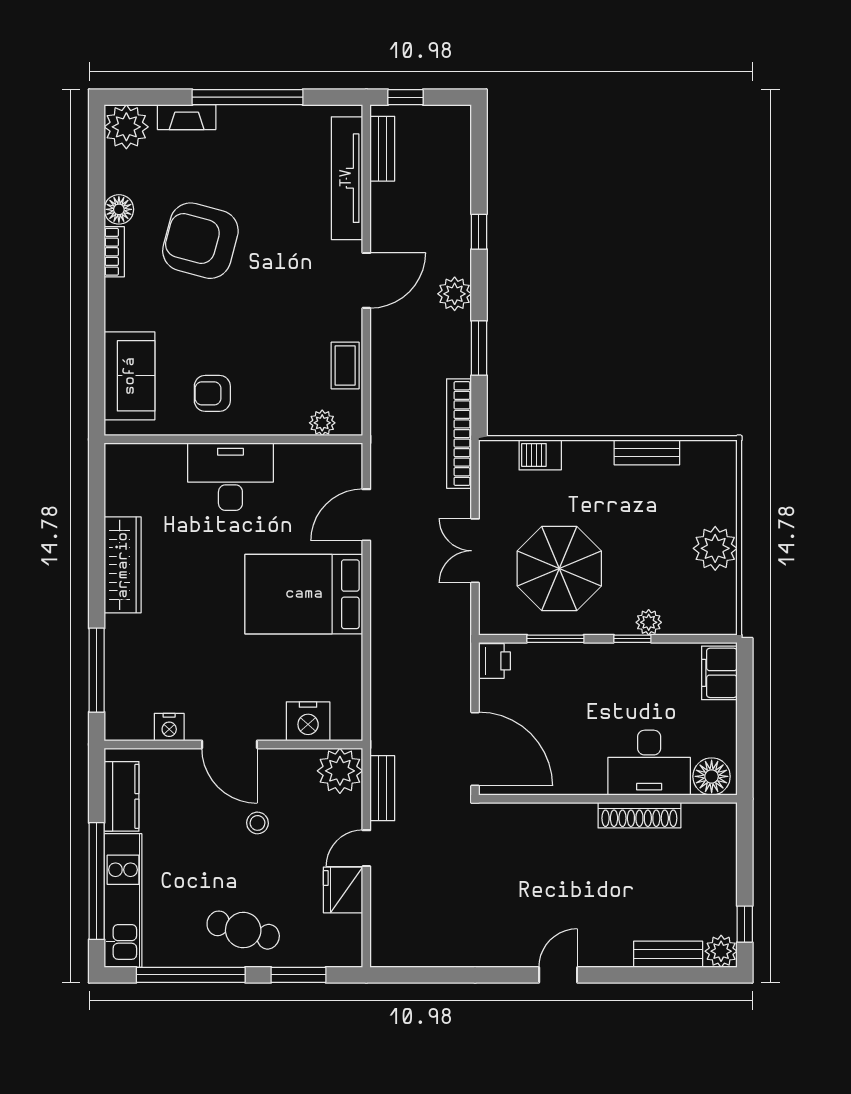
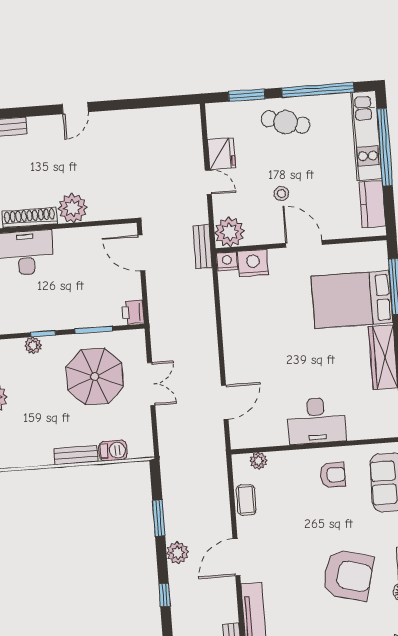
bookcase: (459, 434) -> (168, 461), removed
bench: (647, 452) -> (76, 455), moved
bed: (304, 594) -> (352, 300), moved, turned 180
nightstand: (169, 727) -> (227, 261), moved
door: (475, 749) -> (141, 253), width x0.73
bench: (382, 788) -> (202, 247), moved
plant: (573, 825) -> (73, 208), added
door: (366, 848) -> (208, 182), hinge flipped

